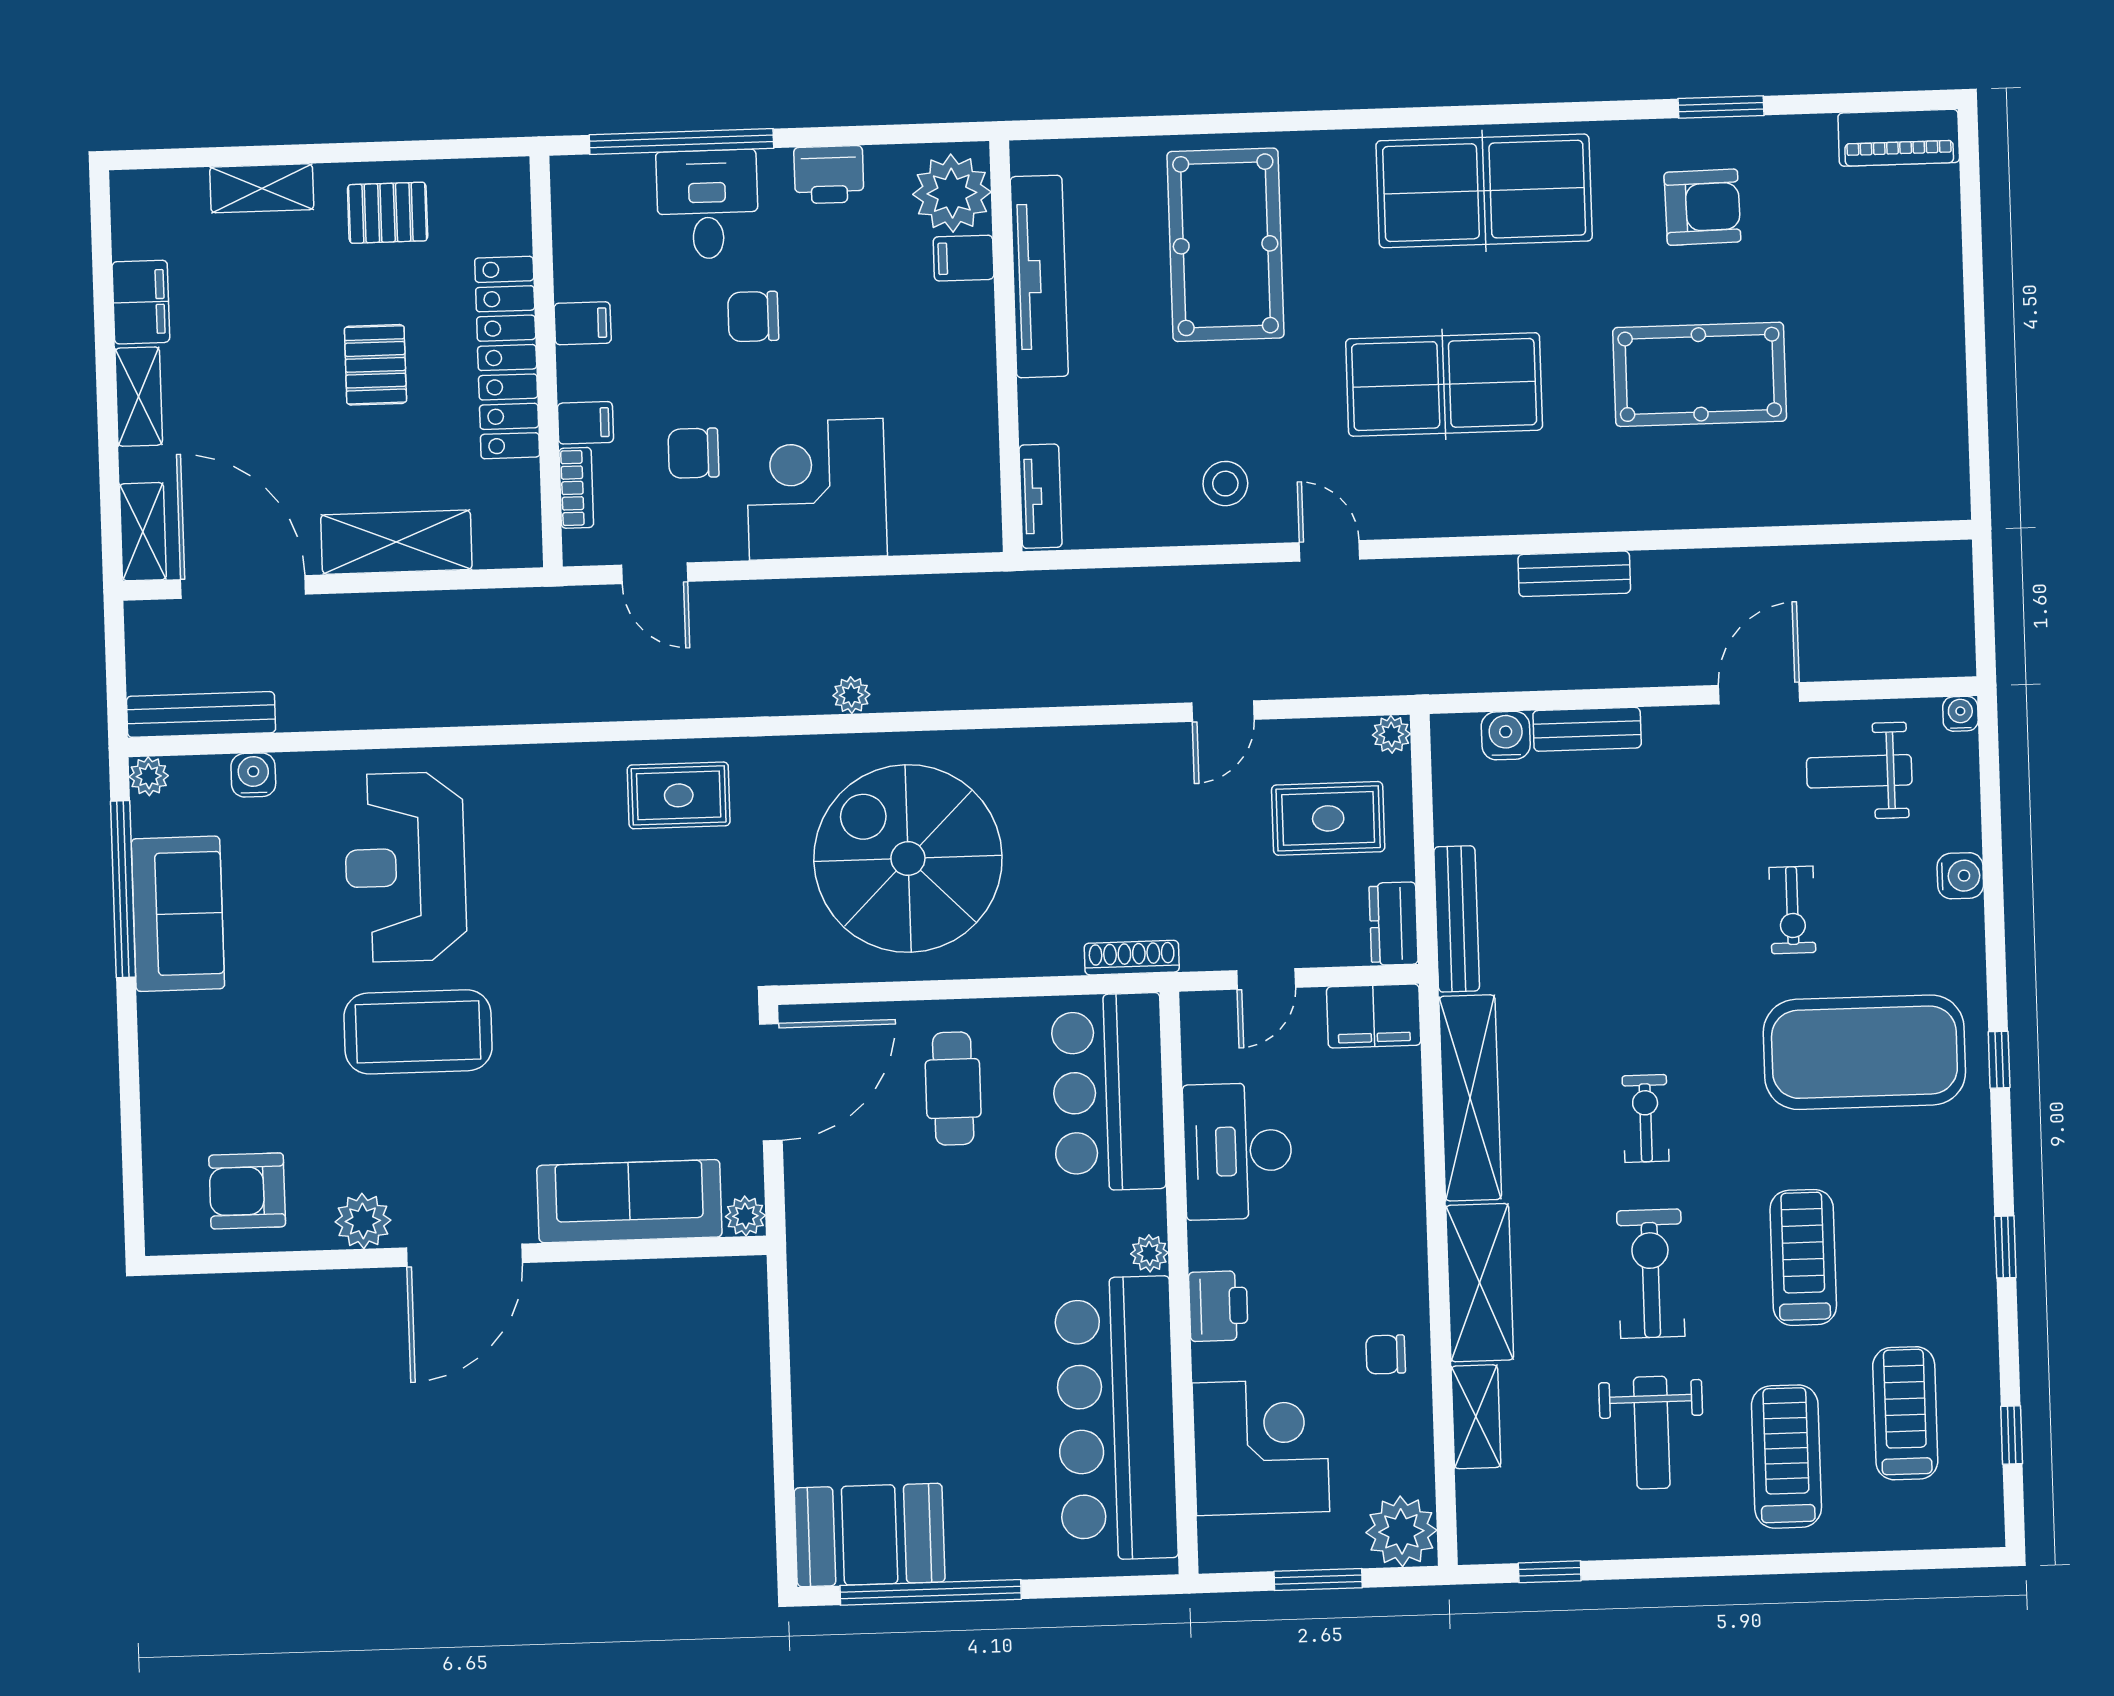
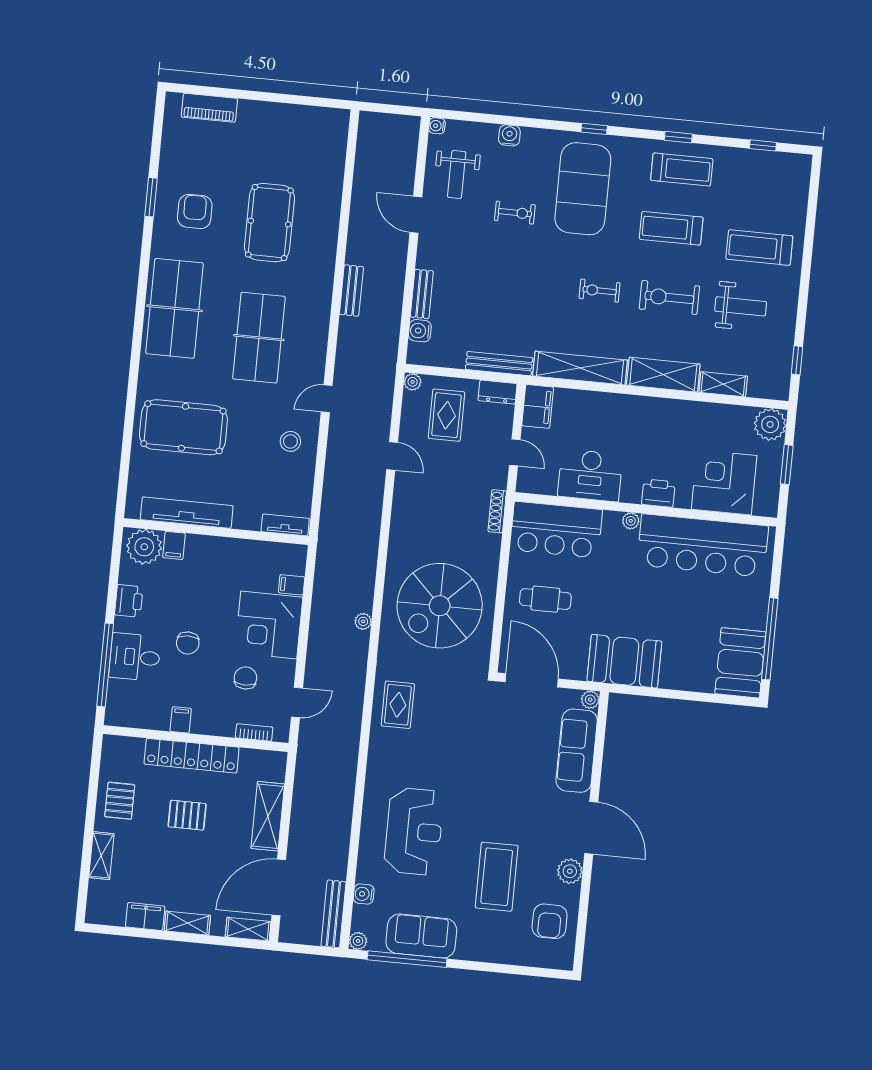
piano: (1899, 138) -> (209, 108), moved, turned 90
filing cabinet: (585, 423) -> (292, 585), moved, turned -90
chair: (693, 453) -> (245, 678), turned 180
reception desk: (405, 867) -> (414, 831), turned -90
coffee table: (418, 1032) -> (497, 877), moved
booth: (840, 1280) -> (624, 661), added
chair: (1386, 1354) -> (690, 421), removed
treadmill: (1905, 1413) -> (682, 170), moved, turned 180

